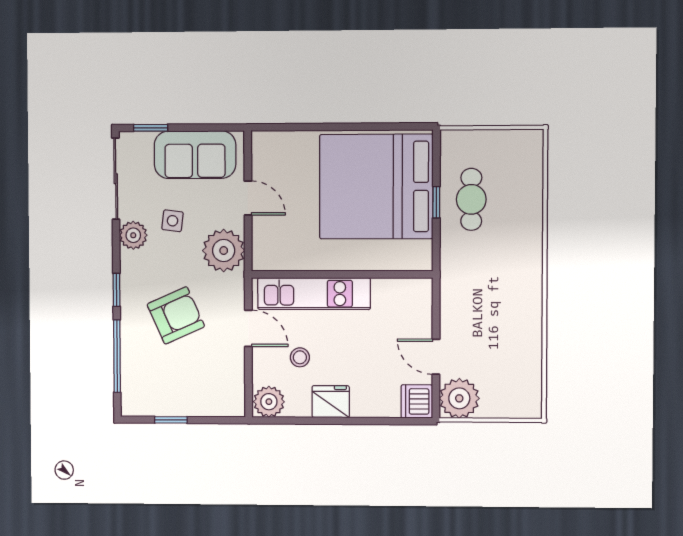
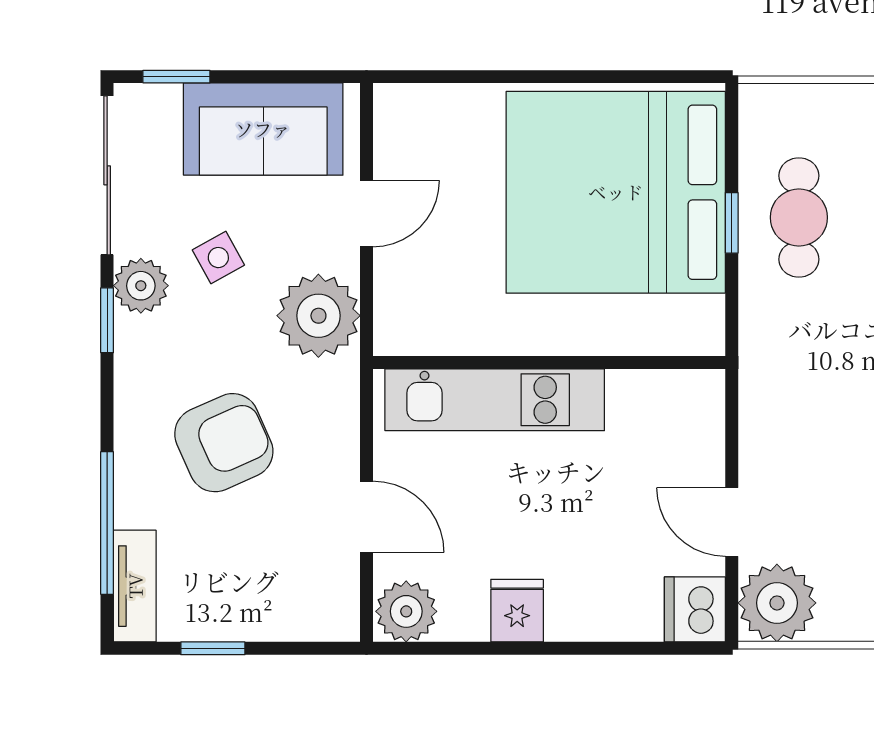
door: (248, 198) -> (366, 214), hinge flipped
side table: (172, 221) -> (218, 258), turned -36
window: (117, 290) -> (107, 320), moved
door: (248, 328) -> (366, 517), moved
stool: (300, 357) -> (467, 524), removed
tv unit: (131, 388) -> (135, 586), added
fridge: (331, 402) -> (517, 611), width x0.72

